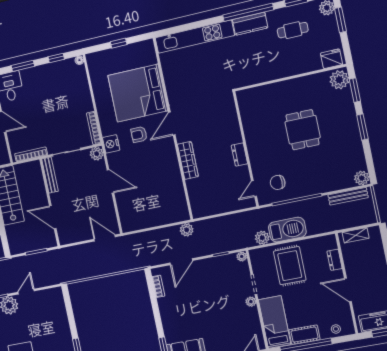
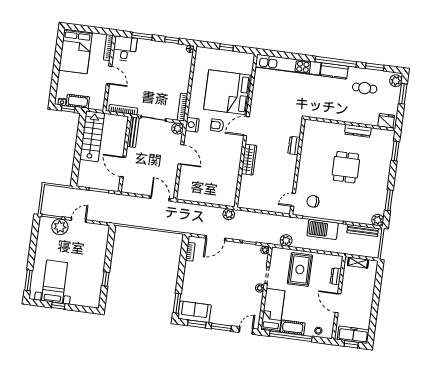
plant: (339, 80) -> (387, 139), removed
dresser: (302, 83) -> (358, 131), added
window: (362, 127) -> (389, 200), moved
dresser: (239, 155) -> (294, 146), moved
barbecue: (287, 230) -> (323, 229), moved, turned 180

